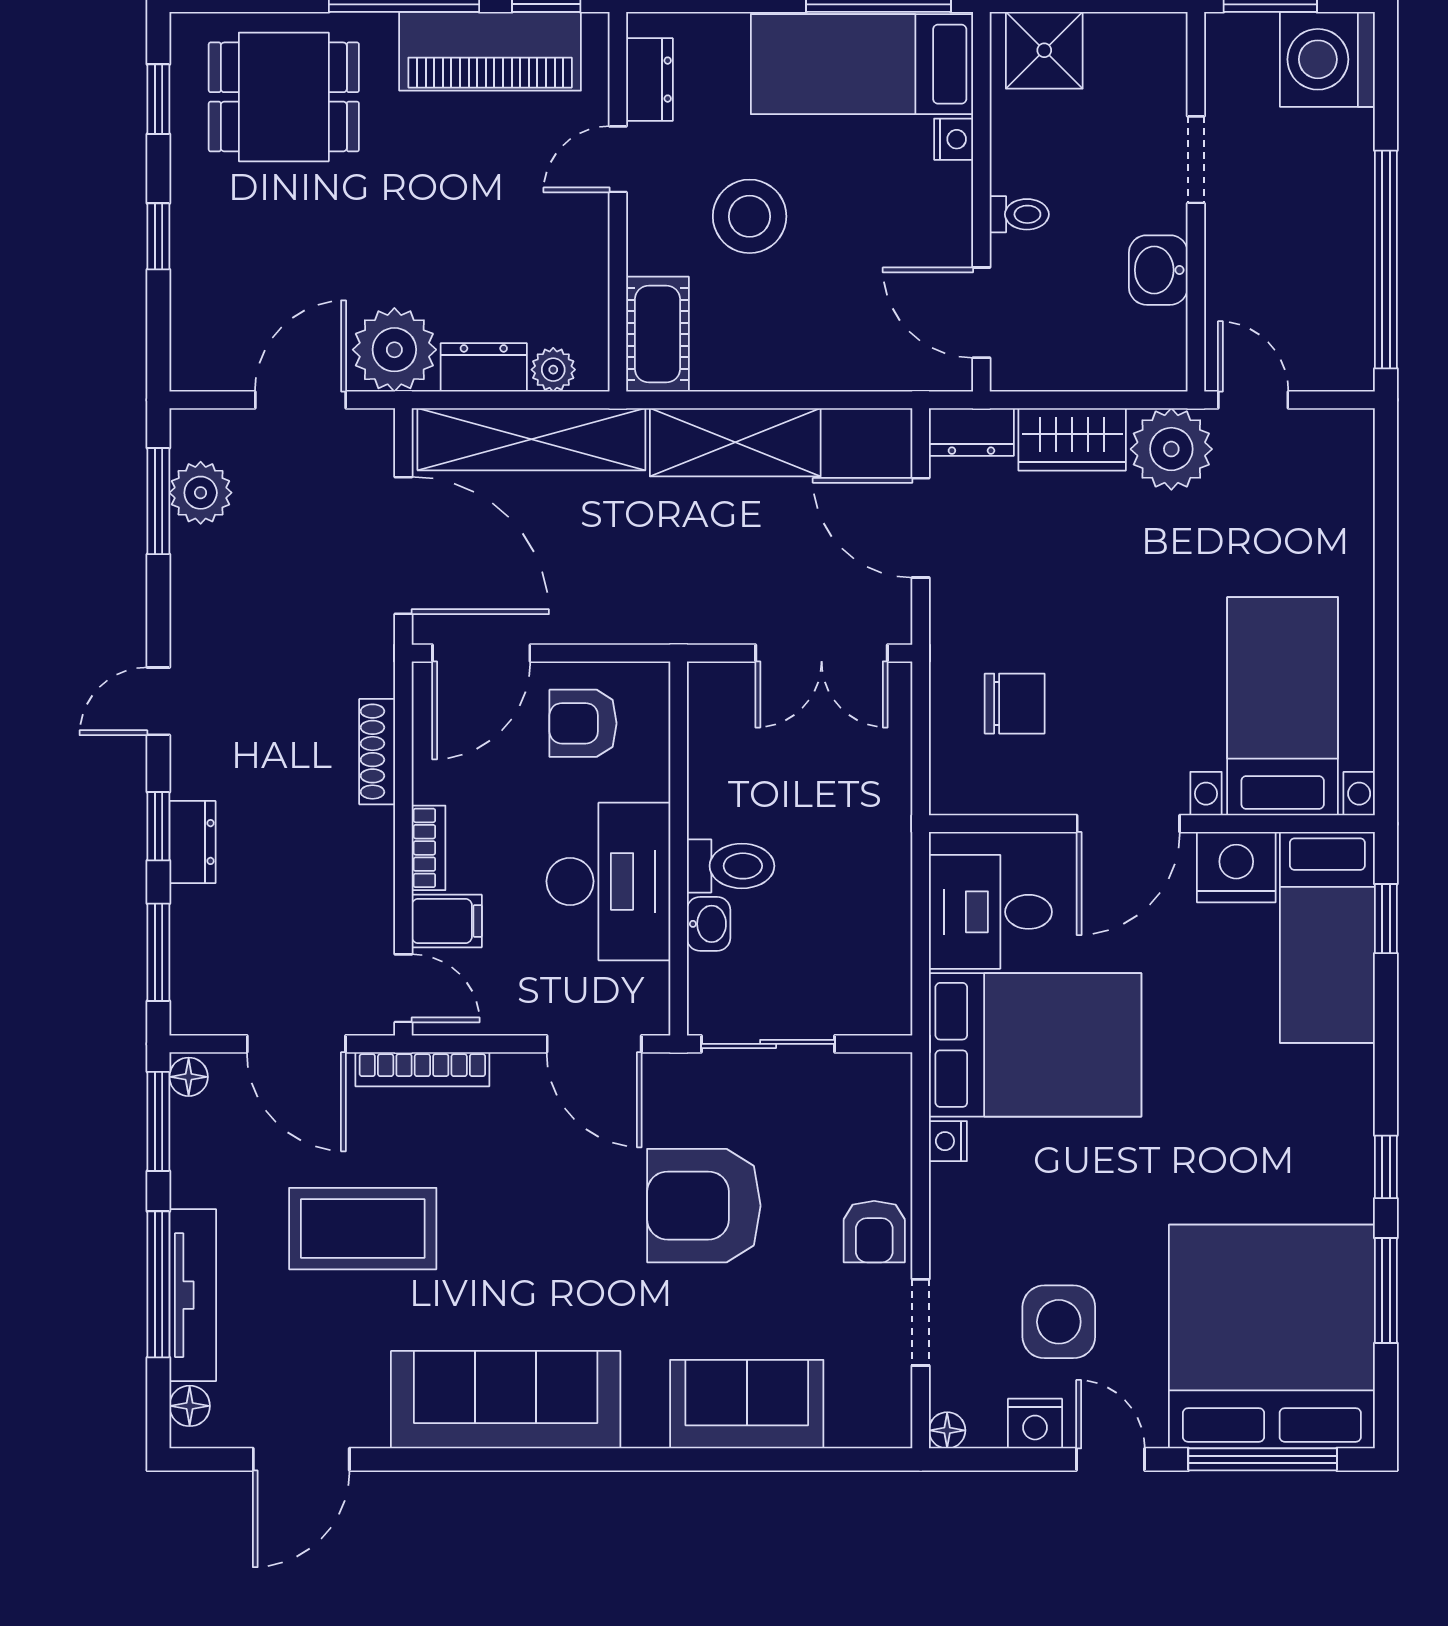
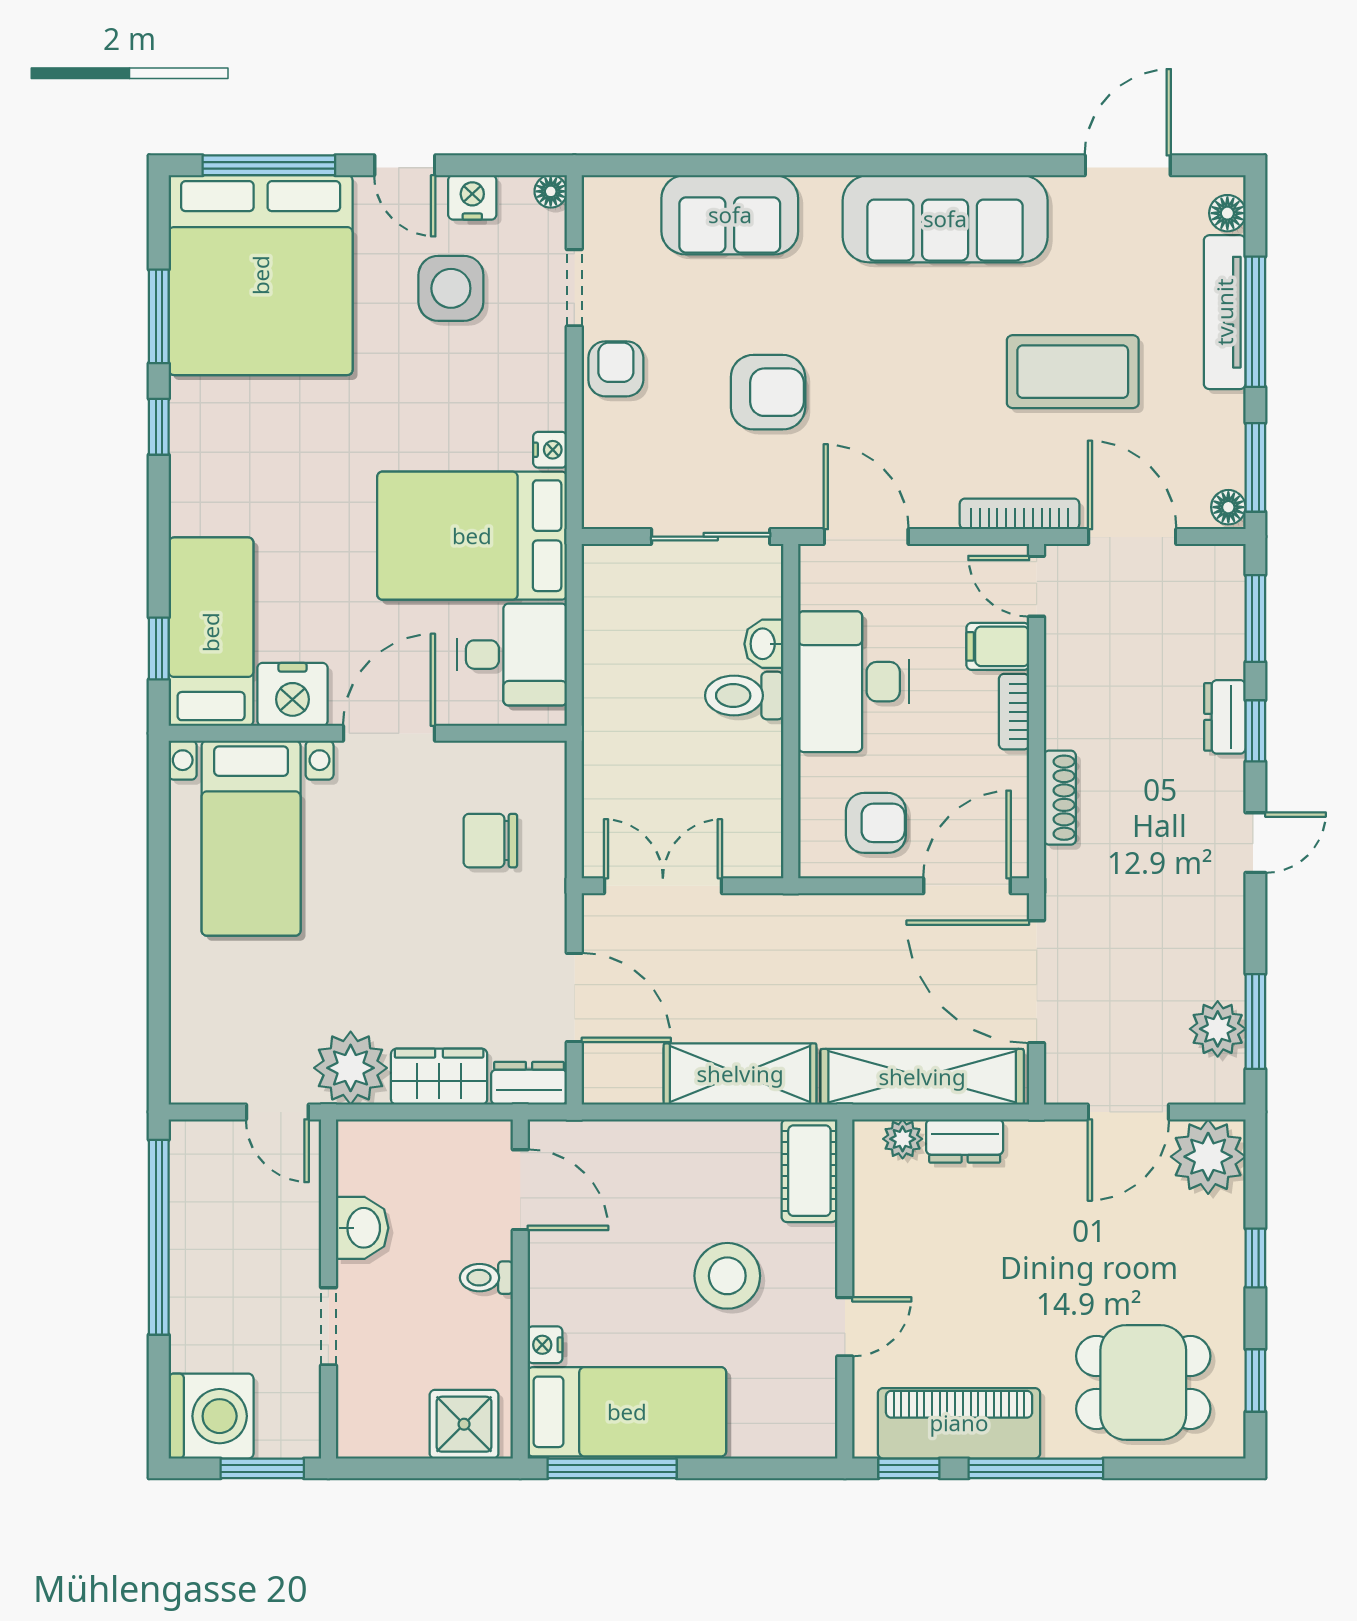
dresser: (650, 80) -> (817, 1398), removed
plant: (394, 350) -> (1208, 1157), moved
armchair: (704, 1206) -> (768, 392), width x0.73, depth x0.73

